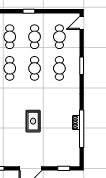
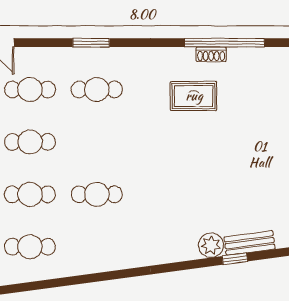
cafe table: (35, 68) -> (97, 142), removed
rug: (33, 121) -> (194, 96), moved

